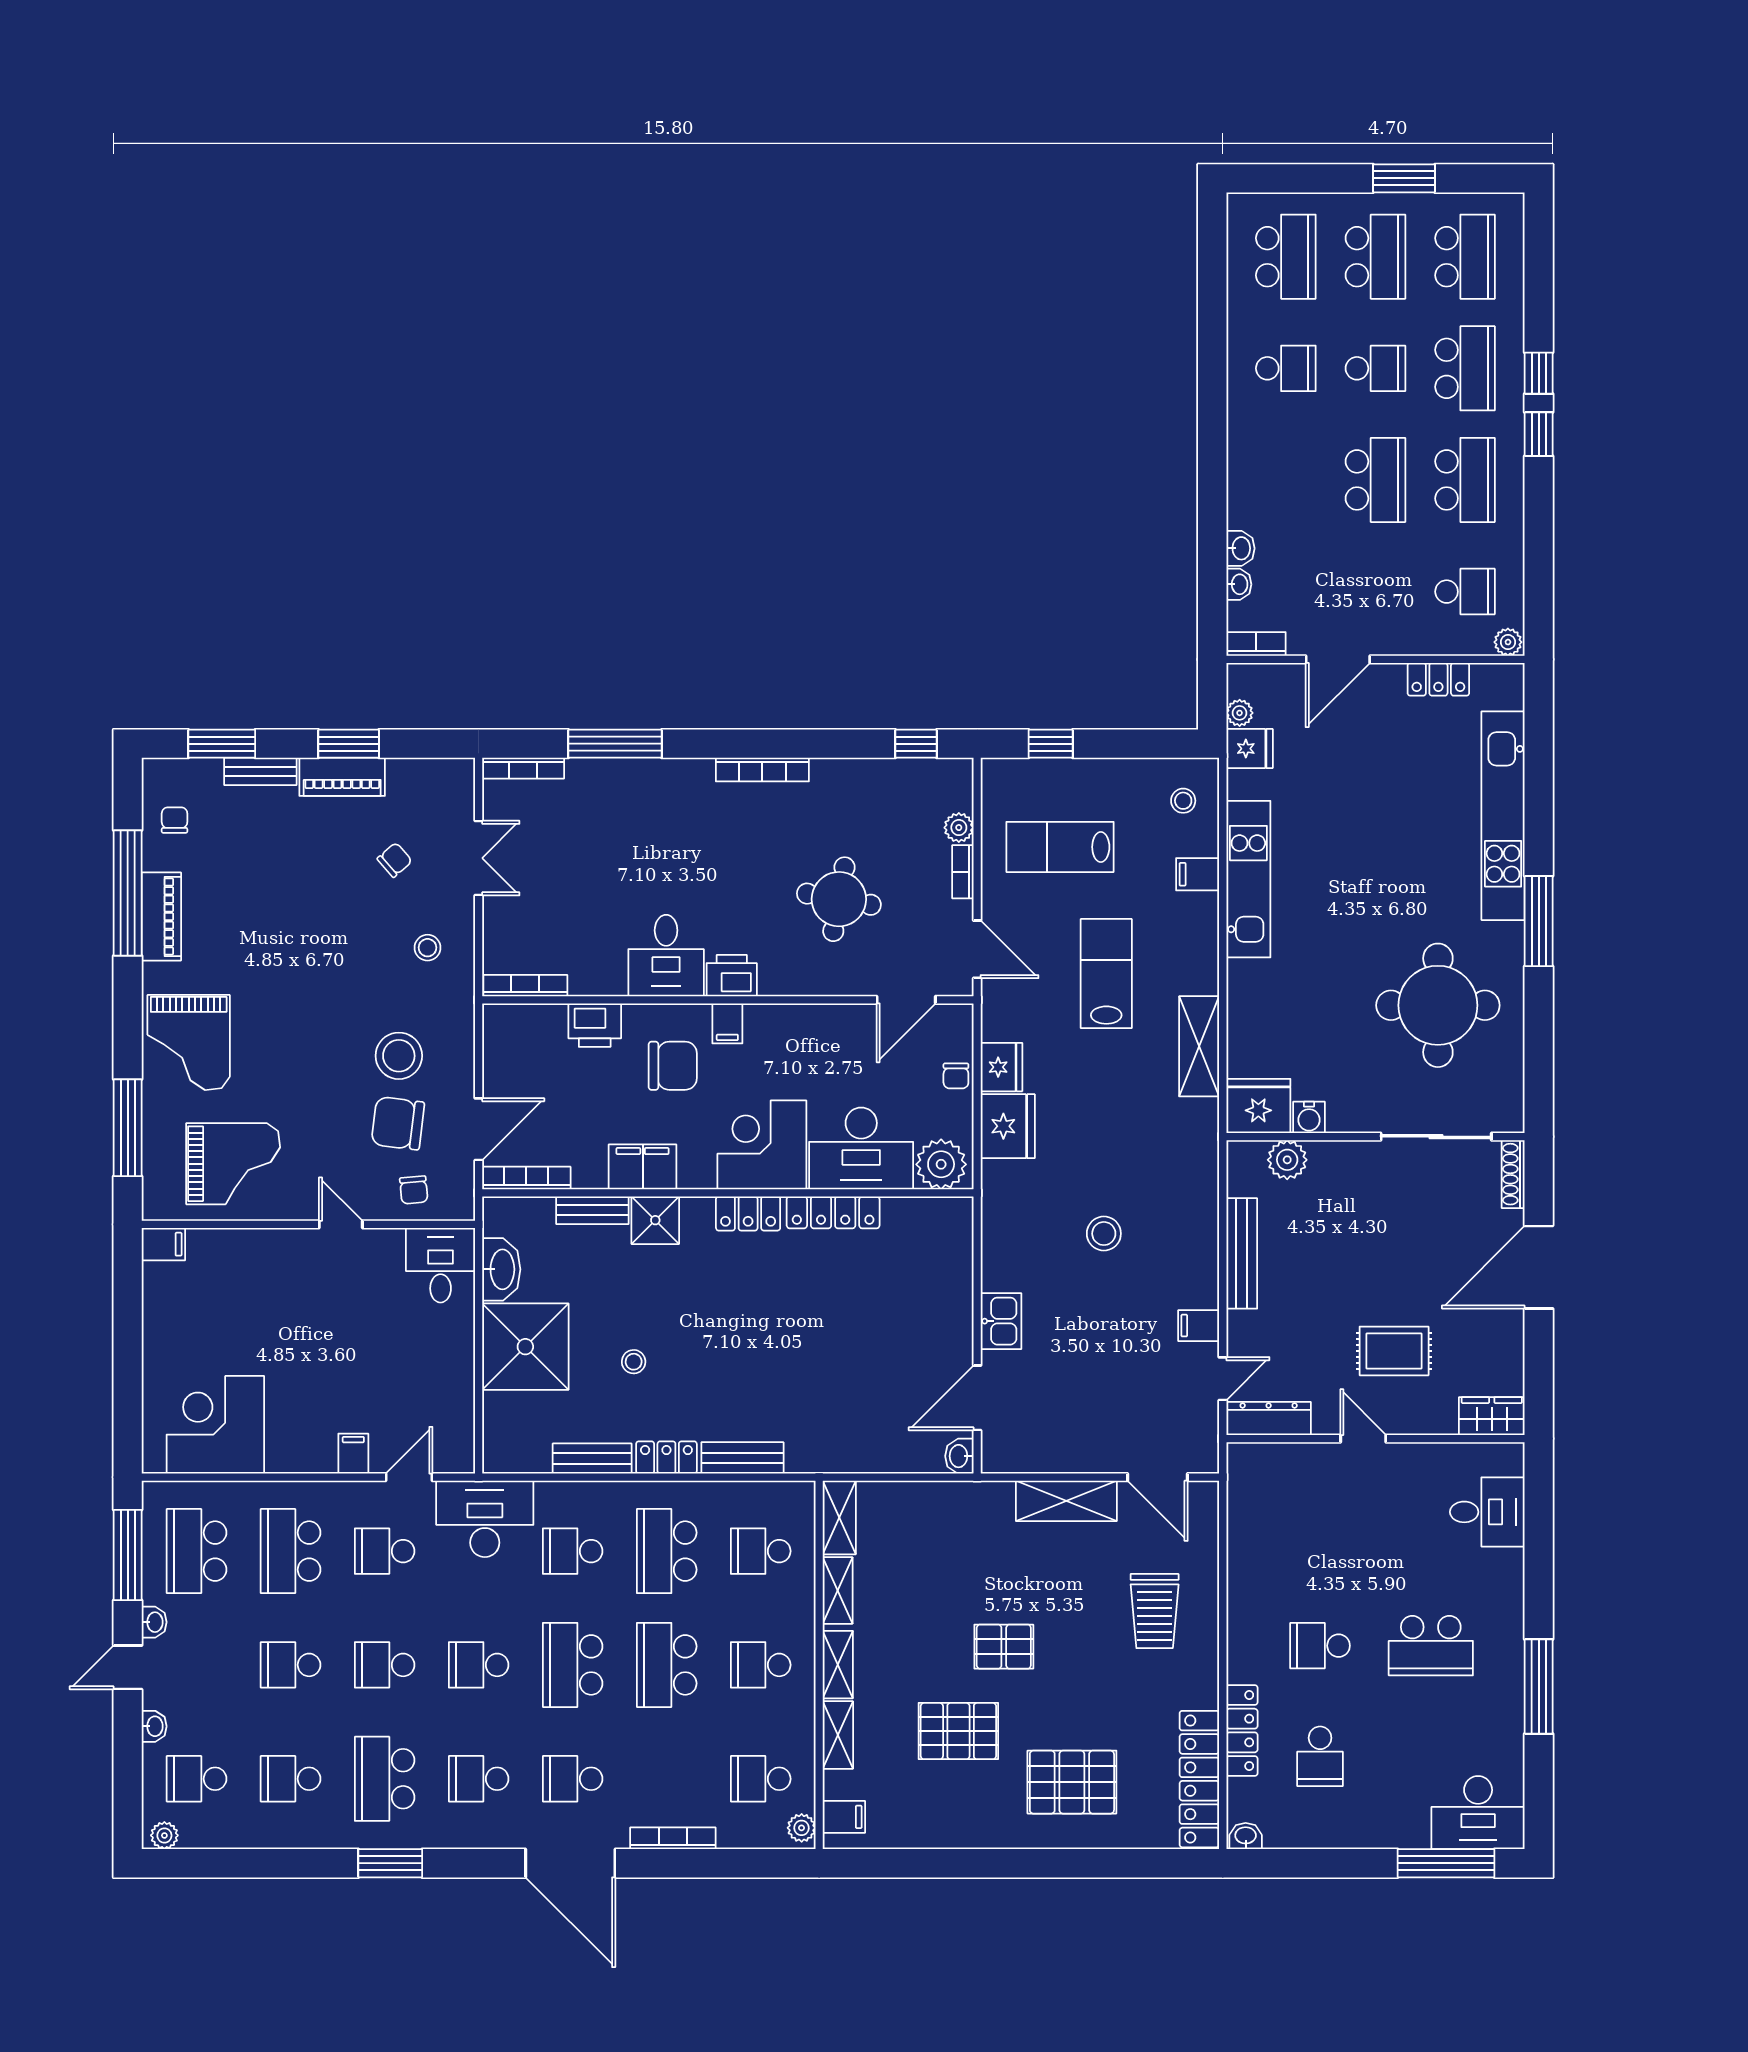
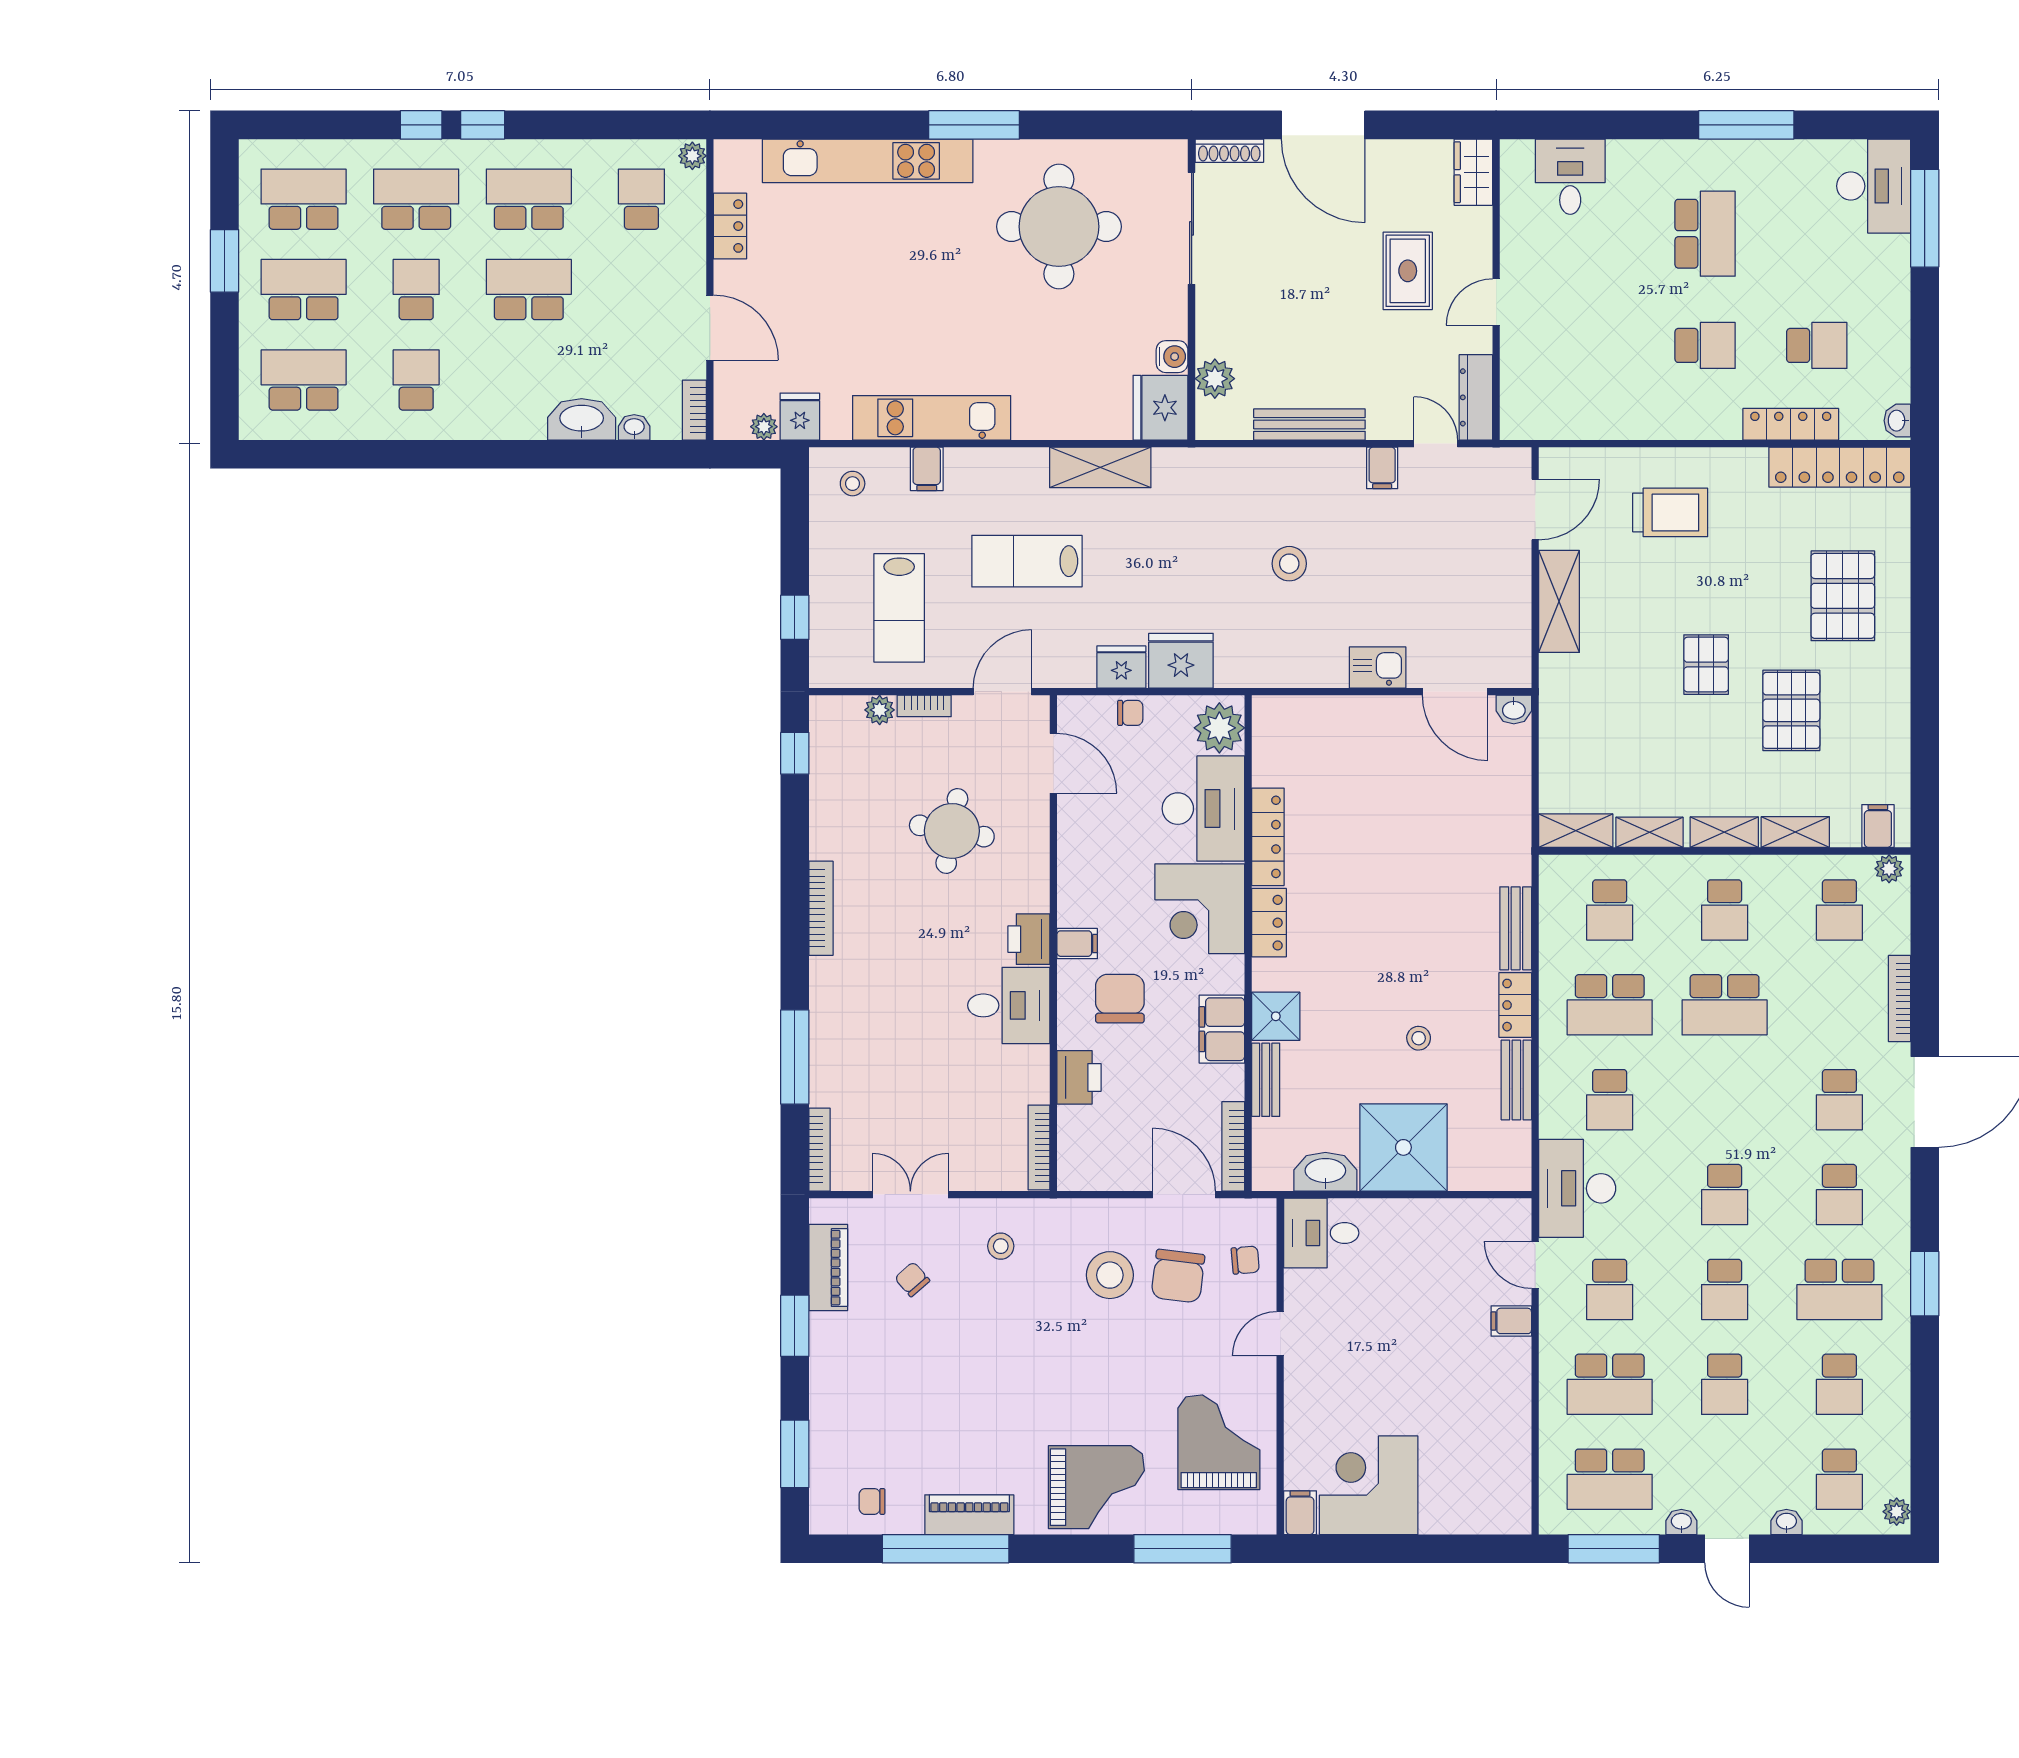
washbasin: (1240, 548) -> (582, 419), width x1.91, depth x1.45
bench: (260, 771) -> (823, 1415), removed
piano: (342, 777) -> (828, 1268), moved
corner desk: (215, 1425) -> (1369, 1485), moved, turned 90
school desk: (1320, 1646) -> (1705, 345), turned -90
school desk: (573, 1665) -> (1725, 1100), removed

